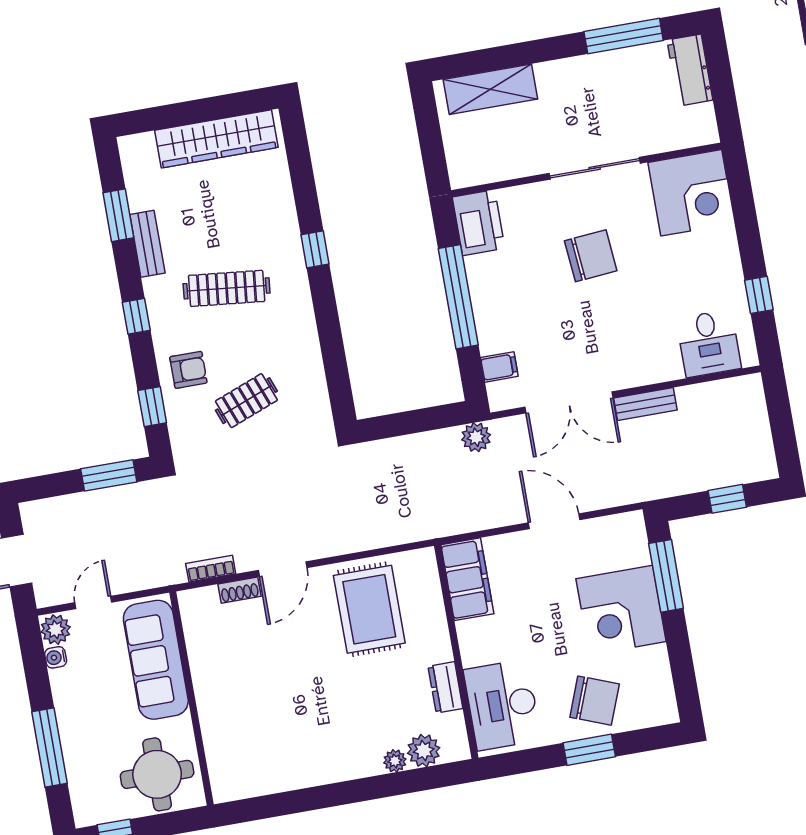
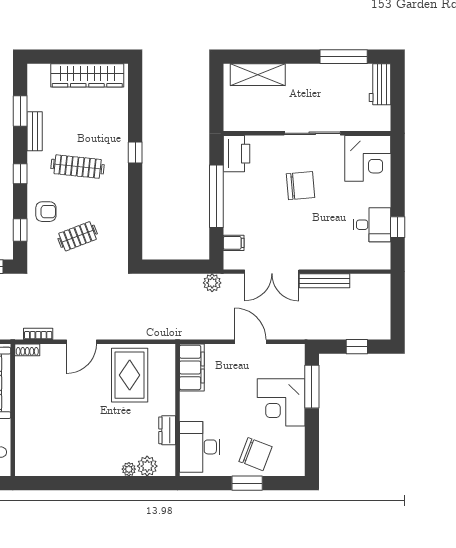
desk: (709, 343) -> (372, 225), moved, turned -90
bench: (645, 404) -> (324, 281), width x1.36
shoe rack: (239, 590) -> (27, 350), moved

